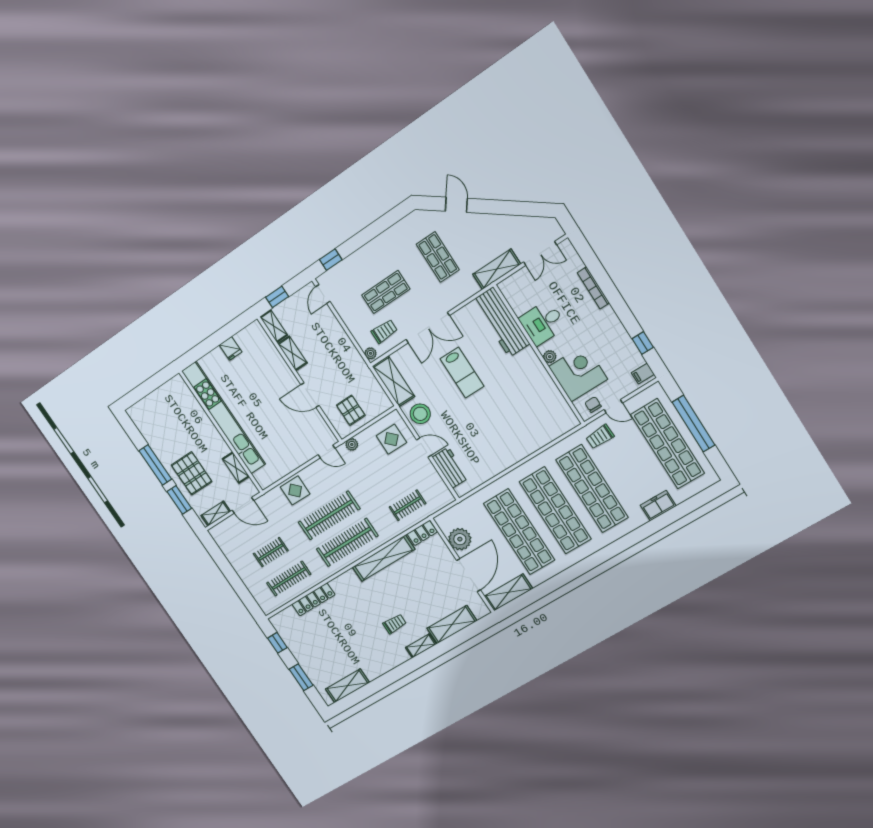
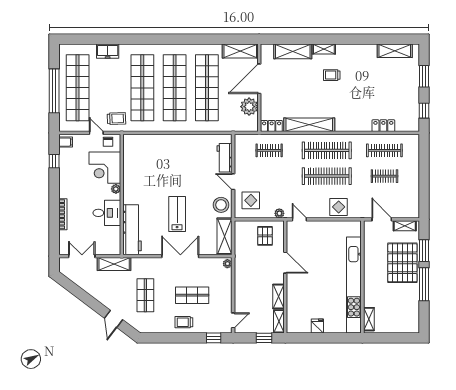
trolley: (384, 331) -> (184, 322), moved
shelving: (236, 468) -> (369, 319), moved
pallet: (192, 473) -> (402, 263), width x1.37, depth x1.41
locker: (313, 599) -> (383, 126), width x0.66

